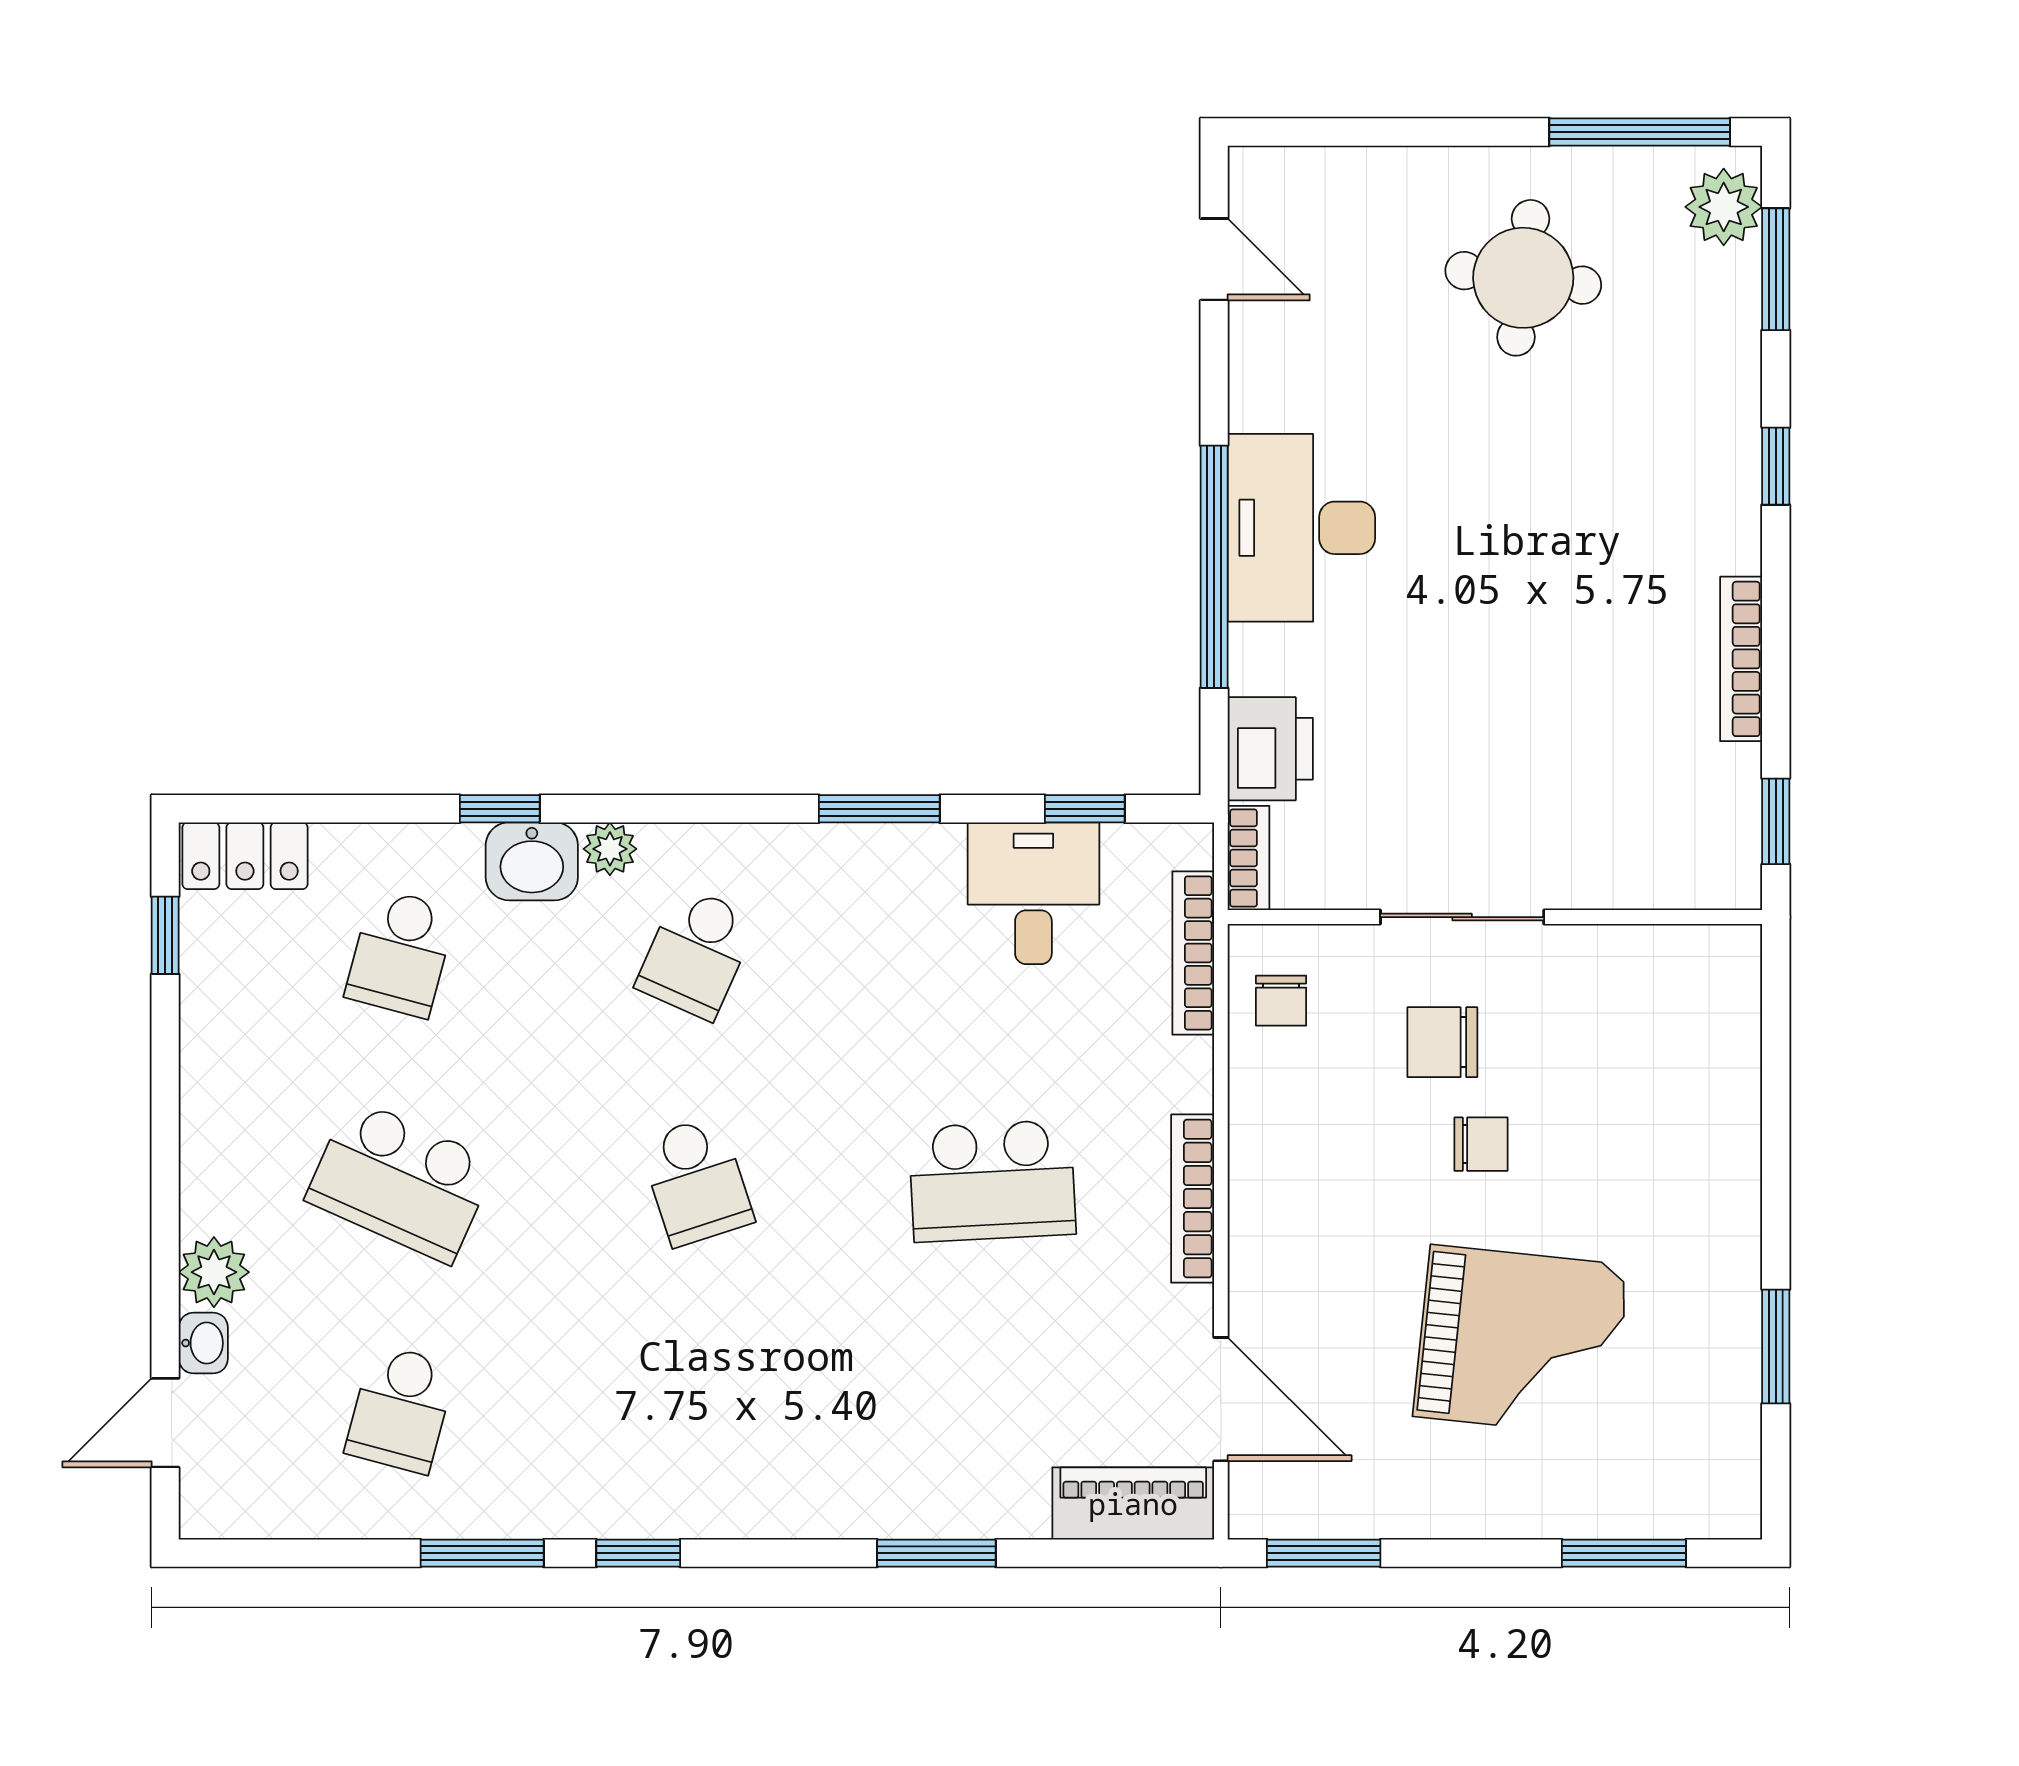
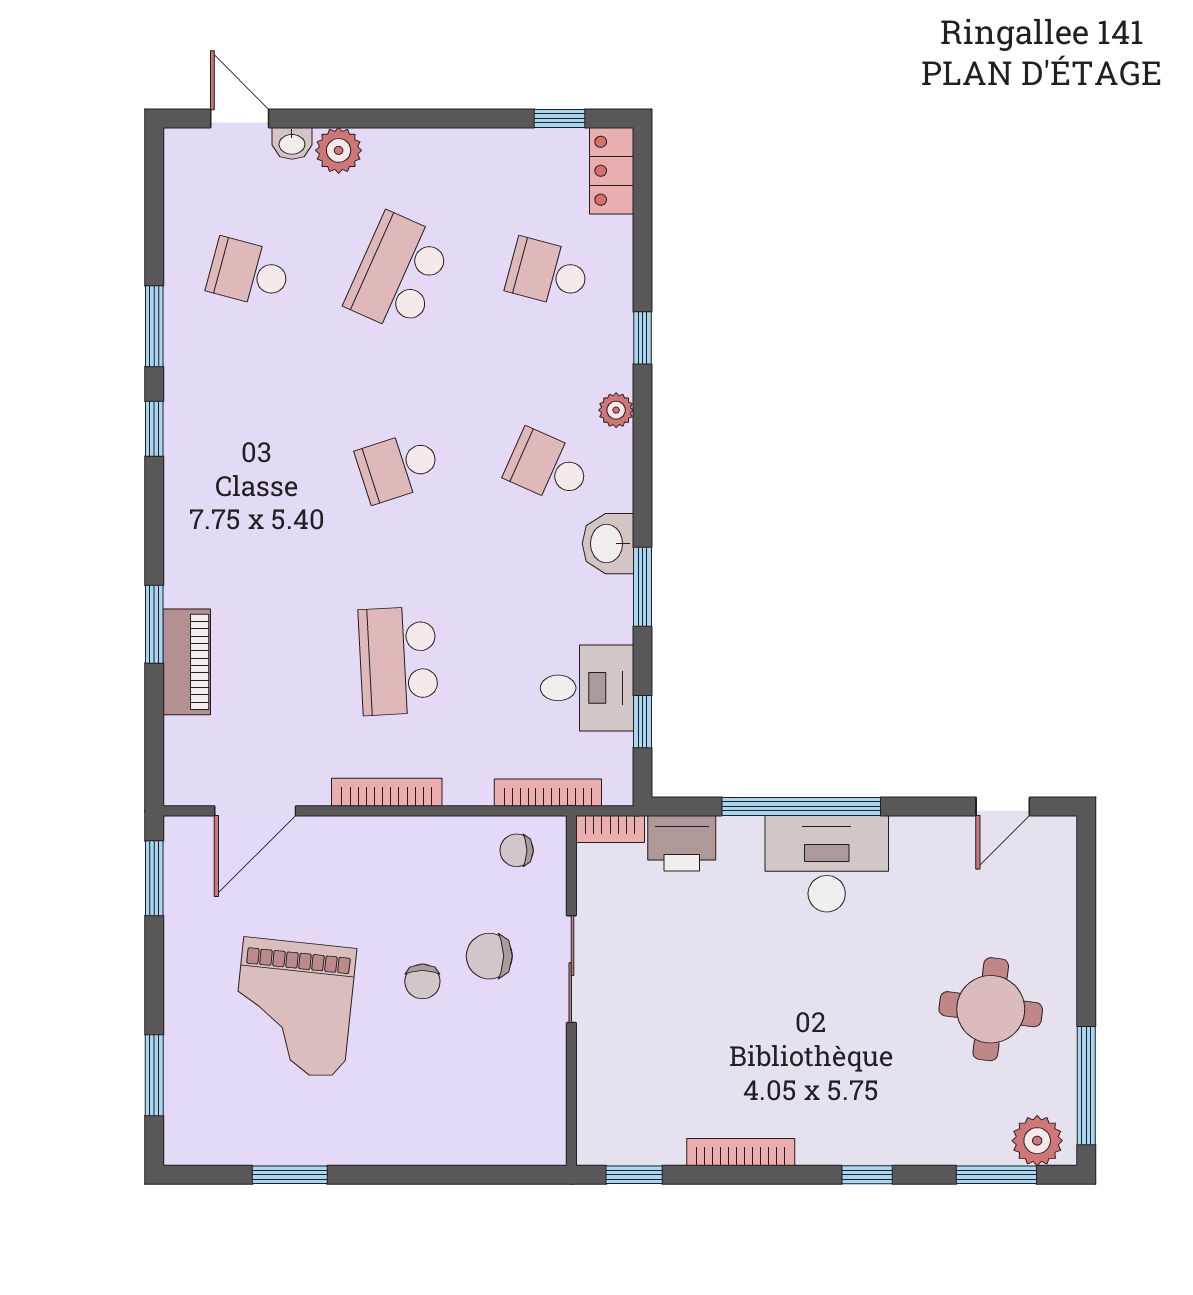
washbasin: (532, 861) -> (608, 544), moved
chair: (1442, 1042) -> (489, 956), turned -90
piano: (1133, 1503) -> (187, 662), moved

